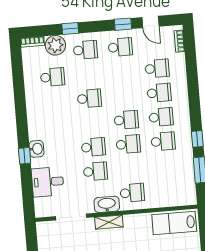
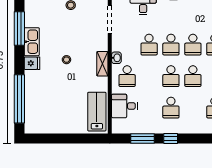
school desk: (161, 117) -> (193, 45), moved
desk: (165, 193) -> (124, 106), added
washbasin: (107, 204) -> (116, 58), width x0.52, depth x0.69
shelving: (109, 222) -> (102, 64), moved

